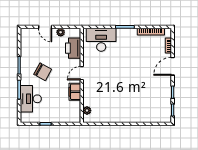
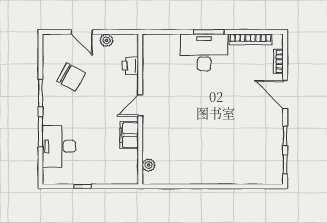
desk: (101, 40) -> (204, 52), moved
printer: (73, 48) -> (130, 66), width x0.53, depth x0.68
door: (173, 66) -> (285, 95), hinge flipped
chair: (43, 72) -> (71, 77), moved

